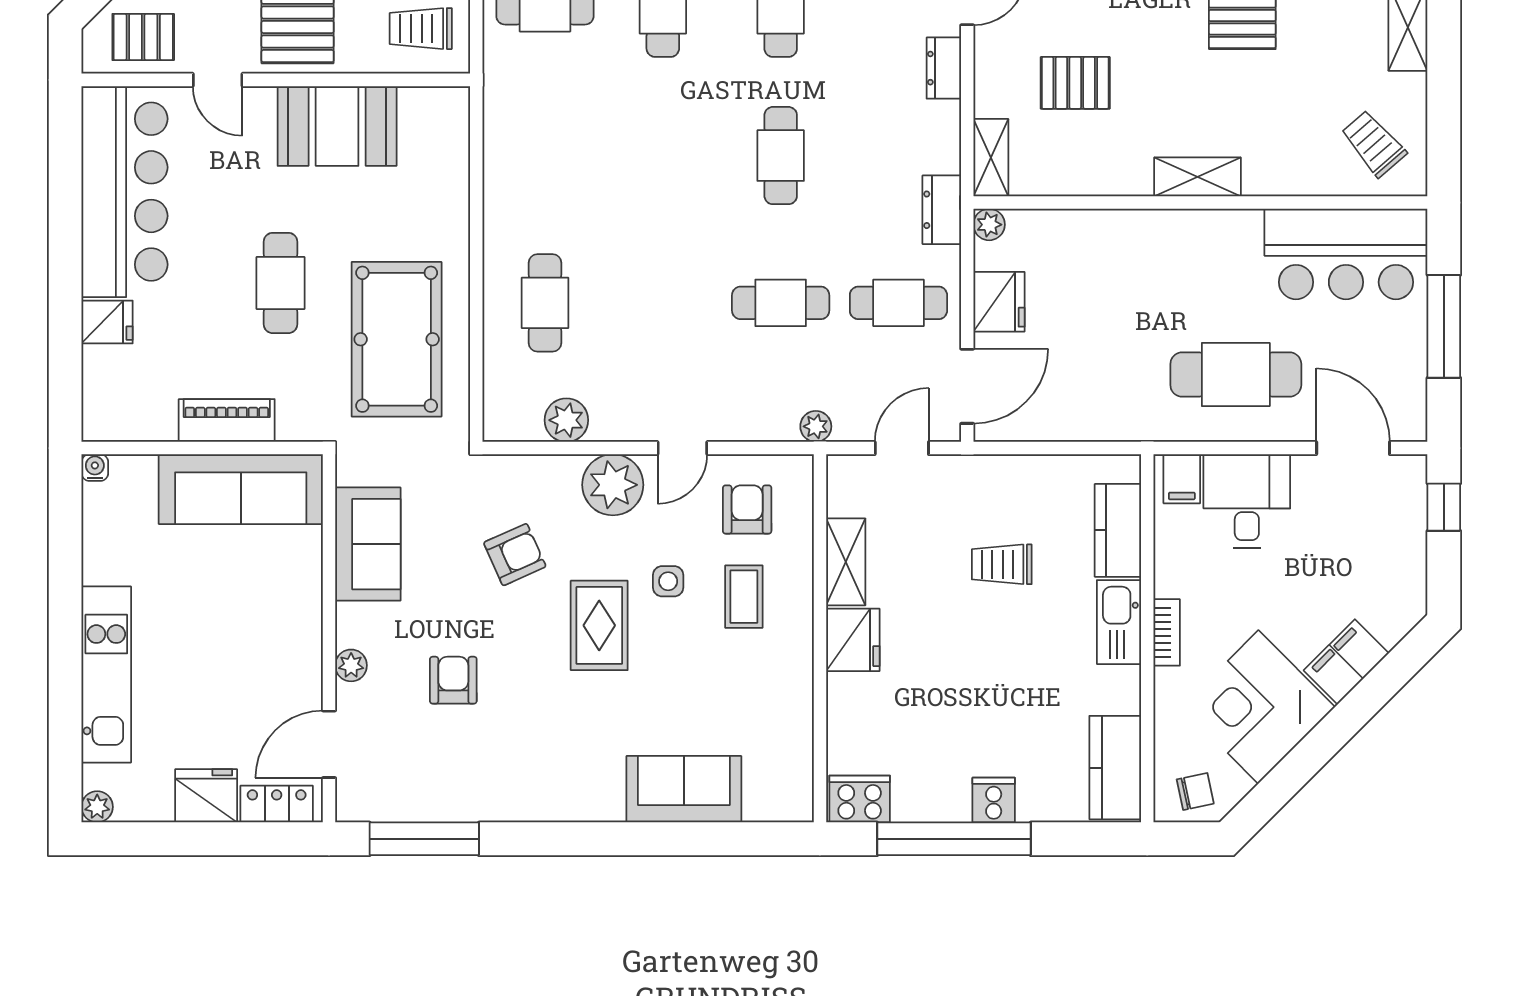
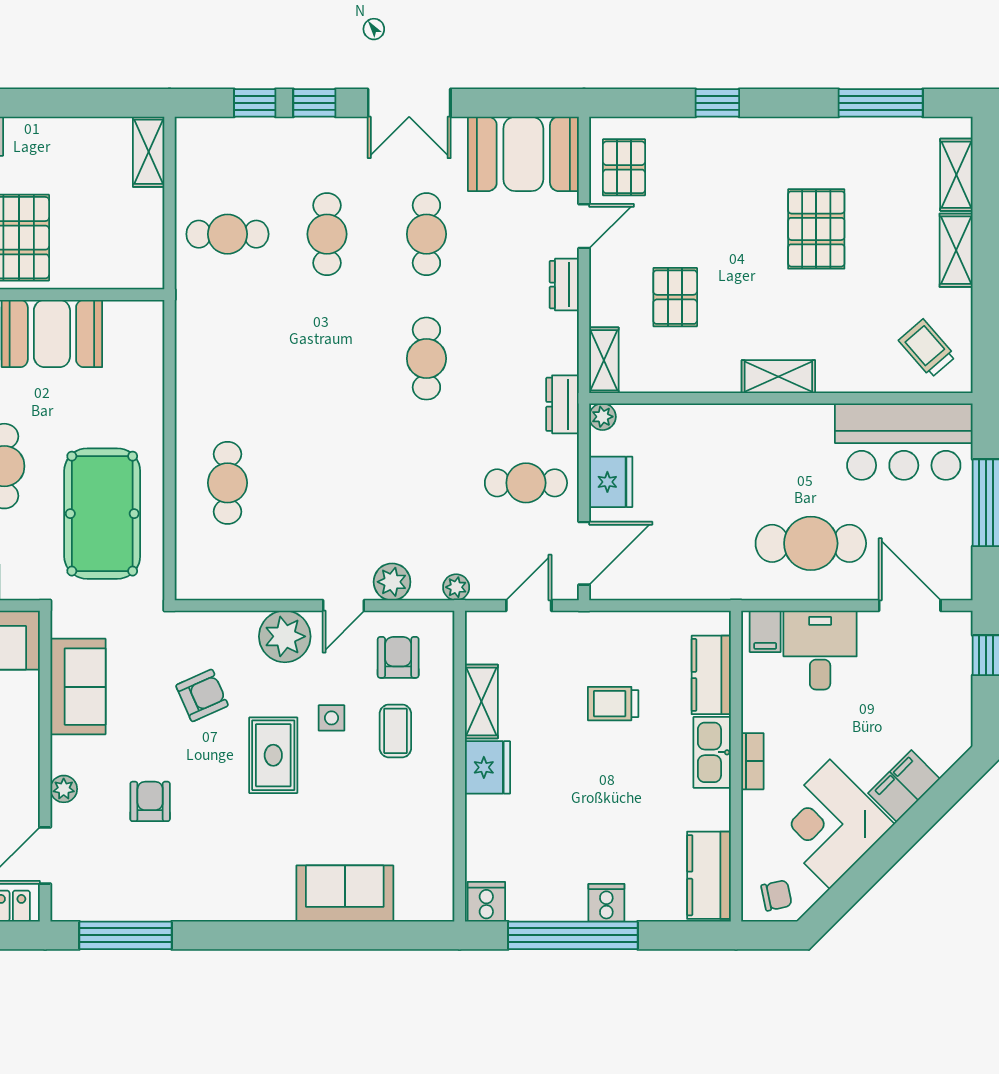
trolley: (421, 29) -> (123, 251), removed
pallet: (1075, 83) -> (675, 297), turned 90
cafe table: (781, 303) -> (426, 483), removed
plant: (566, 420) -> (392, 582), moved
cooker: (860, 799) -> (486, 902), width x0.73

